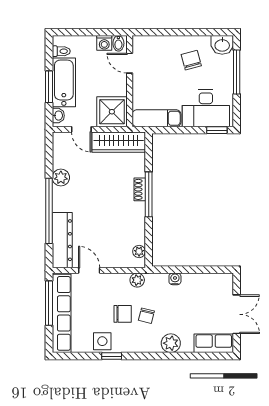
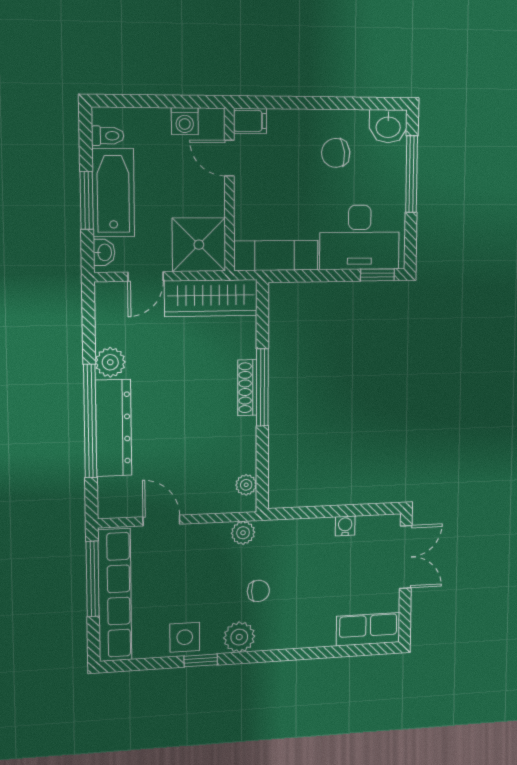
filing cabinet: (141, 42) -> (250, 121), added
bidet: (118, 43) -> (210, 122), removed
chair: (191, 60) -> (336, 153), turned -81
door: (81, 129) -> (146, 276), hinge flipped
shoe rack: (140, 189) -> (247, 388), width x1.43
dresser: (62, 240) -> (114, 428), moved
water cooler: (175, 279) -> (345, 526), moved
chair: (123, 314) -> (219, 590), removed
double door: (237, 314) -> (406, 557), moved
chair: (146, 316) -> (258, 591), turned -104
plant: (171, 343) -> (239, 637), moved

